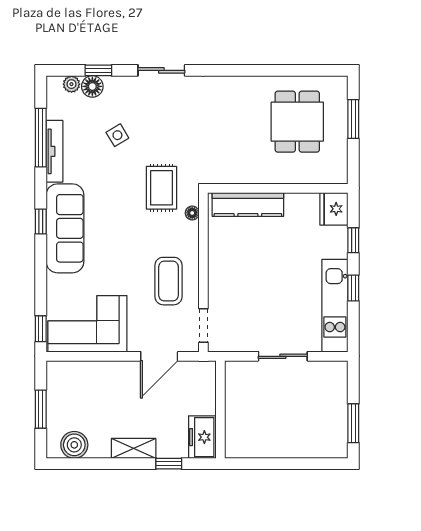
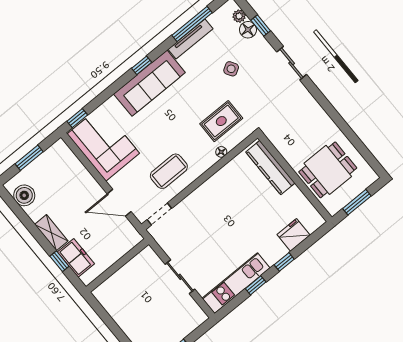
wall: (278, 188) -> (295, 177), moved
kitchen counter: (248, 205) -> (270, 167), moved
freezer: (202, 437) -> (76, 258), moved, turned 90

